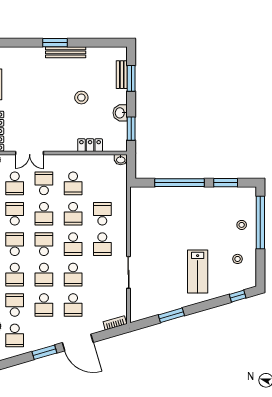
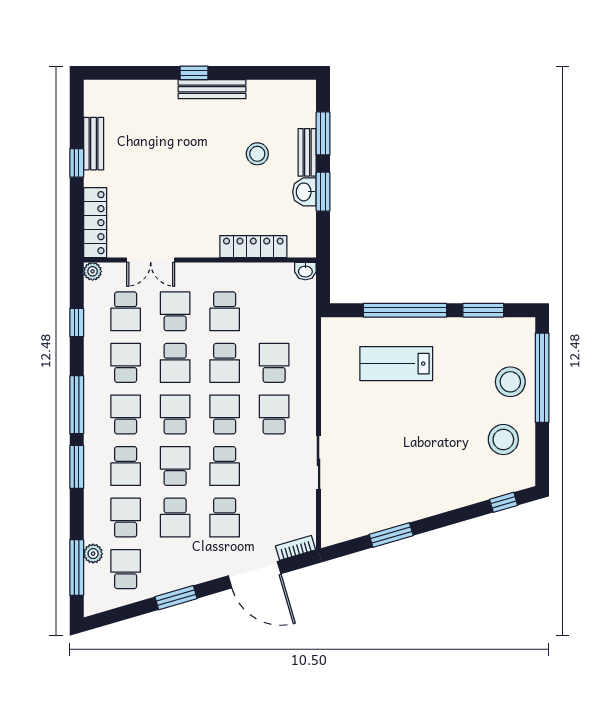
window: (55, 43) -> (194, 73), width x0.67
bench: (122, 75) -> (307, 152), moved
stool: (81, 98) -> (257, 154), moved
window: (131, 129) -> (323, 192), moved
locker: (90, 145) -> (253, 247), width x1.53
stool: (242, 225) -> (510, 382), width x1.89, depth x1.89
school desk: (73, 244) -> (225, 414), turned 180
school desk: (102, 244) -> (274, 414), turned 180
stool: (238, 259) -> (503, 439), width x1.89, depth x1.89
lab bench: (198, 272) -> (396, 364), moved, turned 90
school desk: (44, 275) -> (175, 466), turned 180
school desk: (15, 335) -> (126, 569), turned 180
door: (78, 343) -> (255, 575), moved

